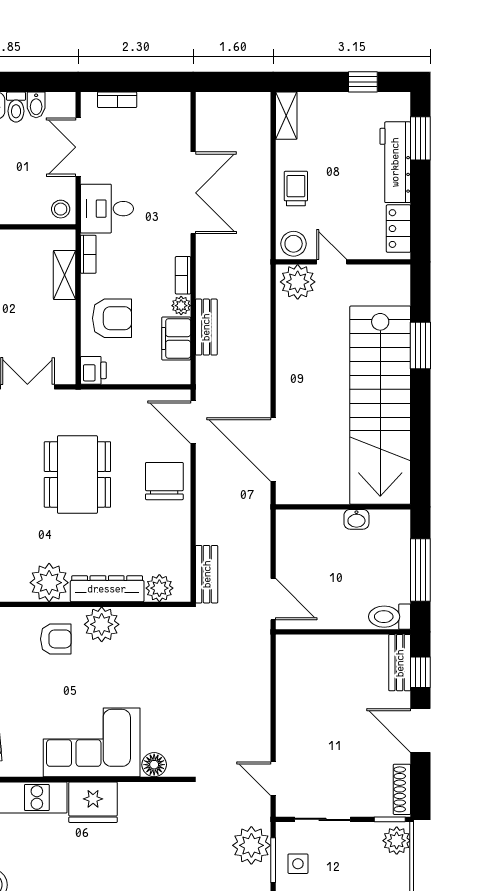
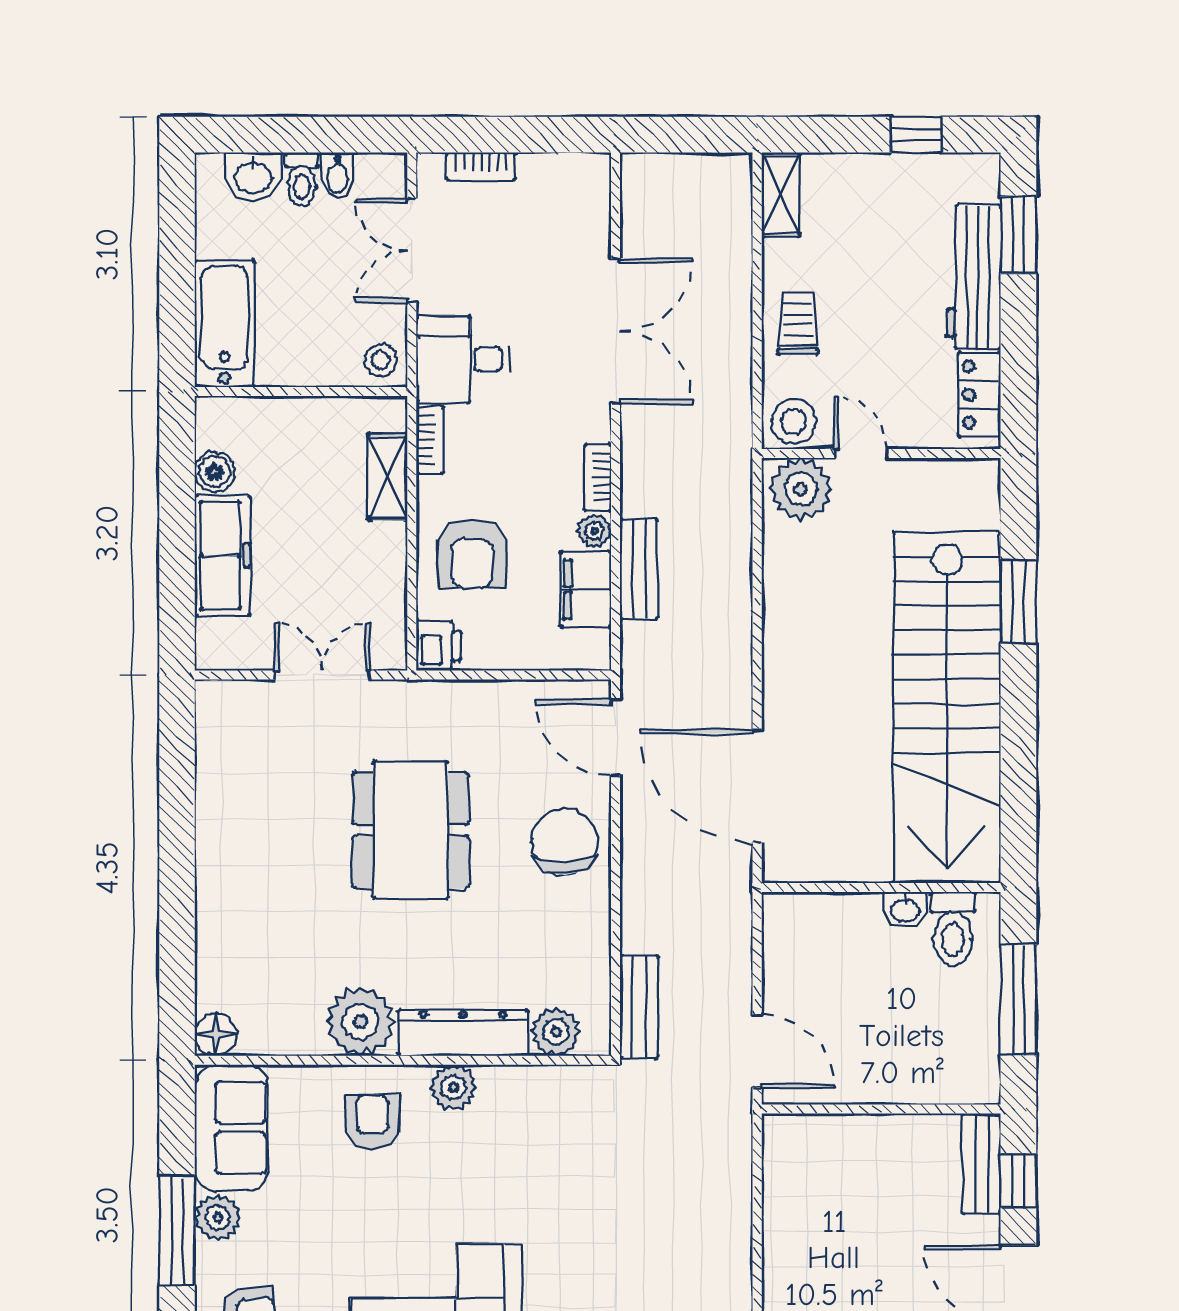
armchair: (112, 318) -> (472, 553), turned 90
toilet: (390, 617) -> (953, 929), moved, turned -90
plant: (102, 624) -> (453, 1087), width x0.73, depth x0.73
armchair: (56, 639) -> (372, 1122), turned -90

